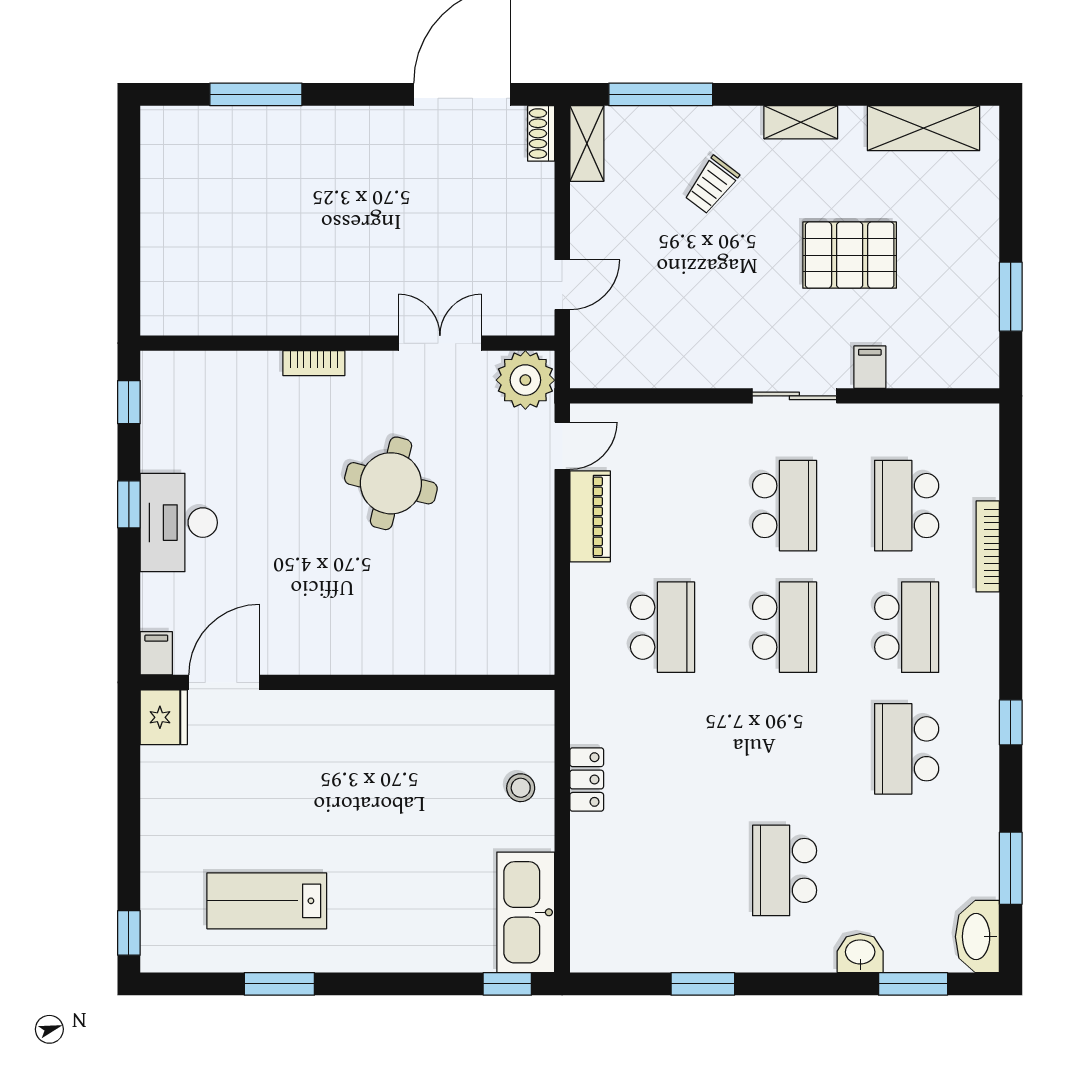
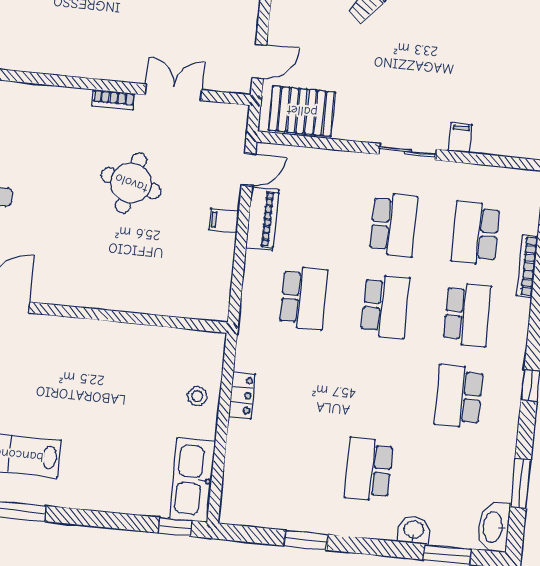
pallet: (850, 255) -> (302, 111), moved
bookcase: (314, 363) -> (113, 100), moved
plant: (525, 380) -> (228, 123), removed
filing cabinet: (534, 525) -> (224, 220), added

